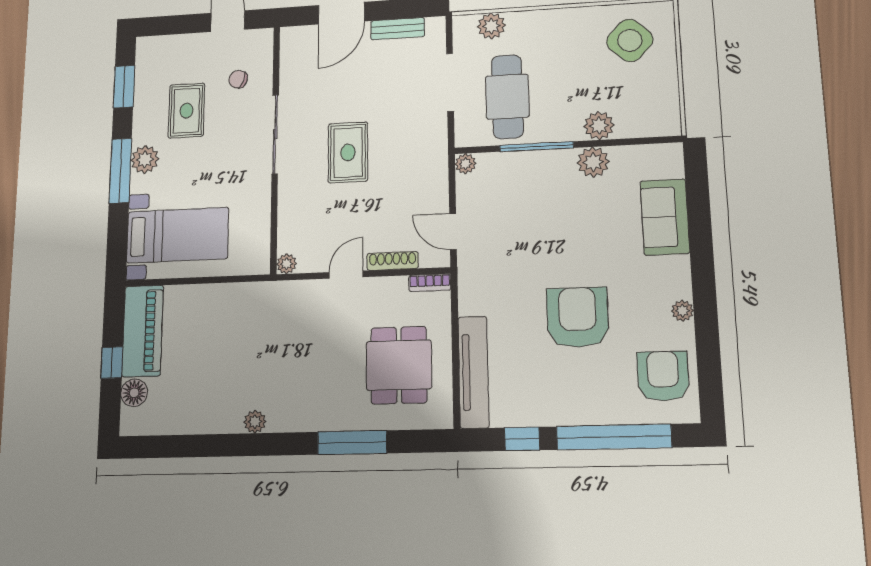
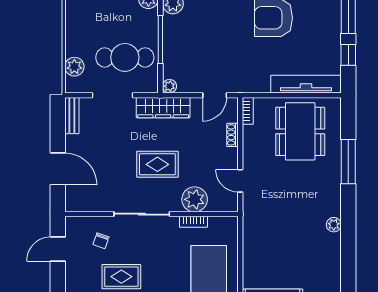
bench: (398, 29) -> (72, 116), moved
wardrobe: (433, 156) -> (163, 108), added
bookcase: (263, 209) -> (193, 222), added
shoe rack: (393, 261) -> (232, 135), width x0.70
plant: (287, 264) -> (195, 199), moved, width x1.88, depth x1.88
door: (346, 275) -> (240, 181), moved
dining table: (399, 365) -> (300, 131), width x1.37

